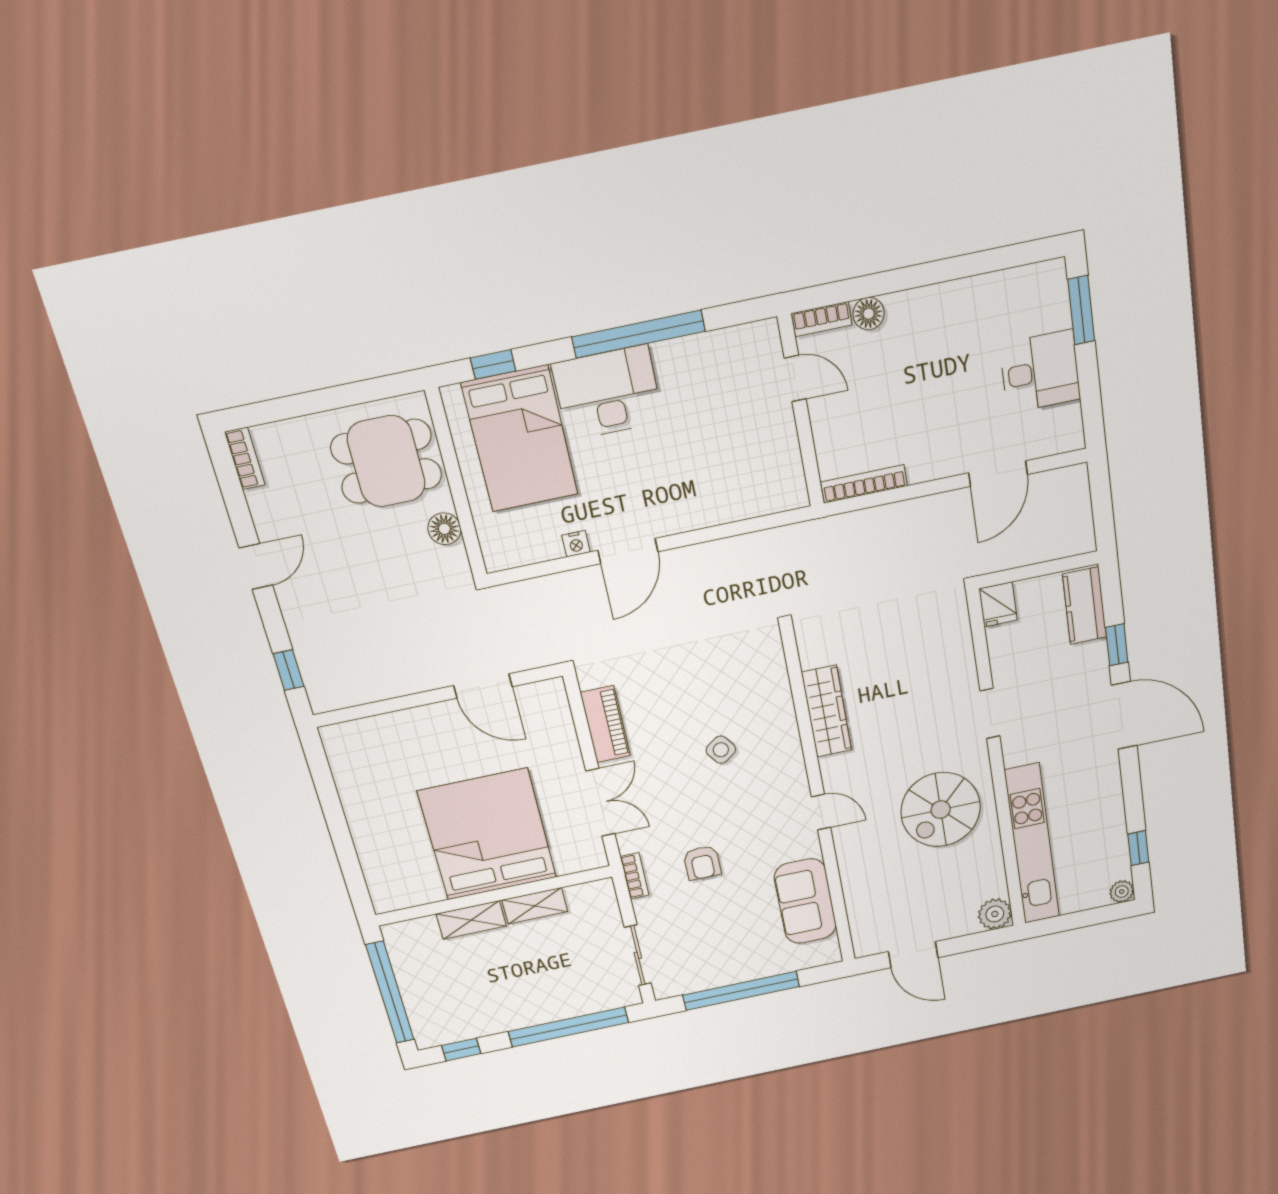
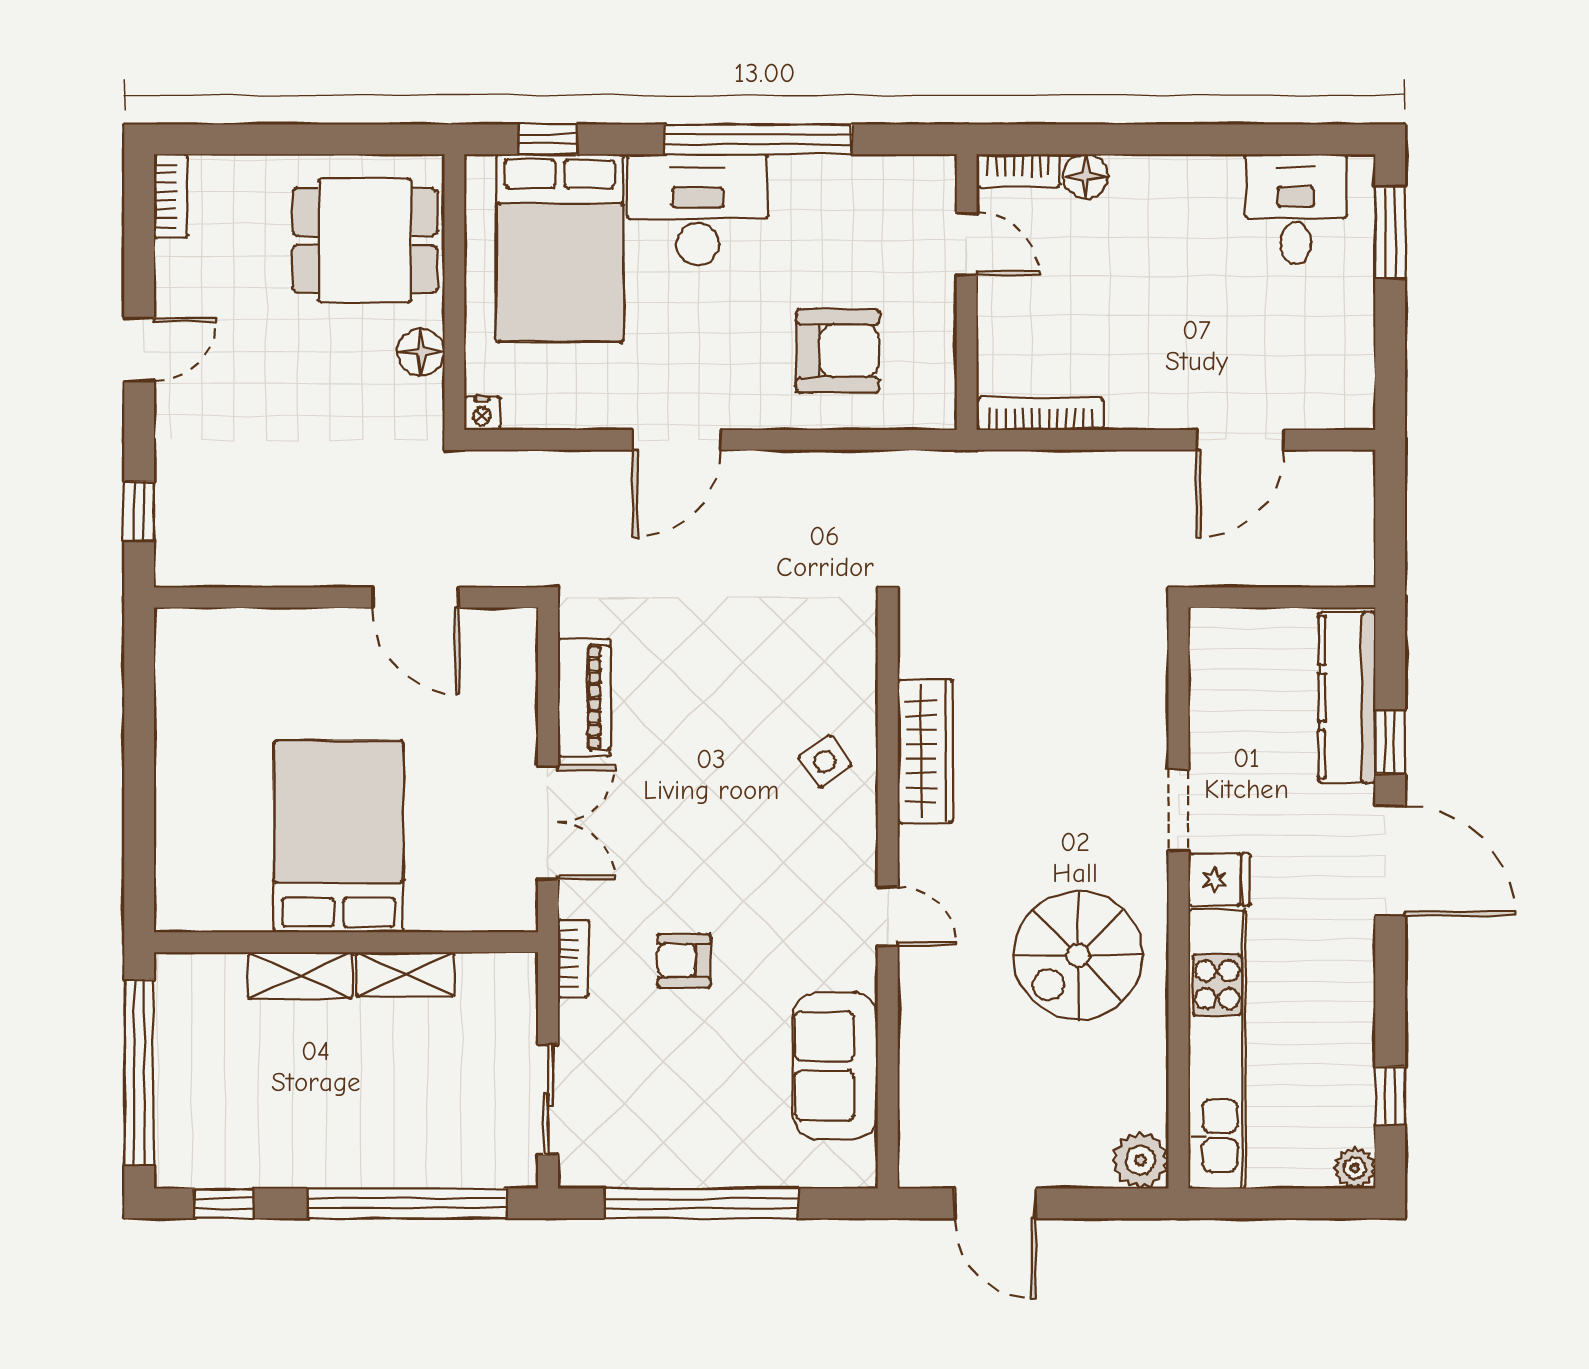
desk: (1040, 372) -> (1296, 209), moved, turned -90
armchair: (722, 470) -> (838, 351), added
nightstand: (576, 544) -> (482, 413), moved
fridge: (998, 604) -> (1219, 880), moved, turned -90
kitchen counter: (1085, 606) -> (1347, 697), width x1.50
side table: (721, 750) -> (825, 762), moved
bed: (487, 834) -> (338, 837), width x0.73
armchair: (702, 863) -> (684, 961), turned 90

